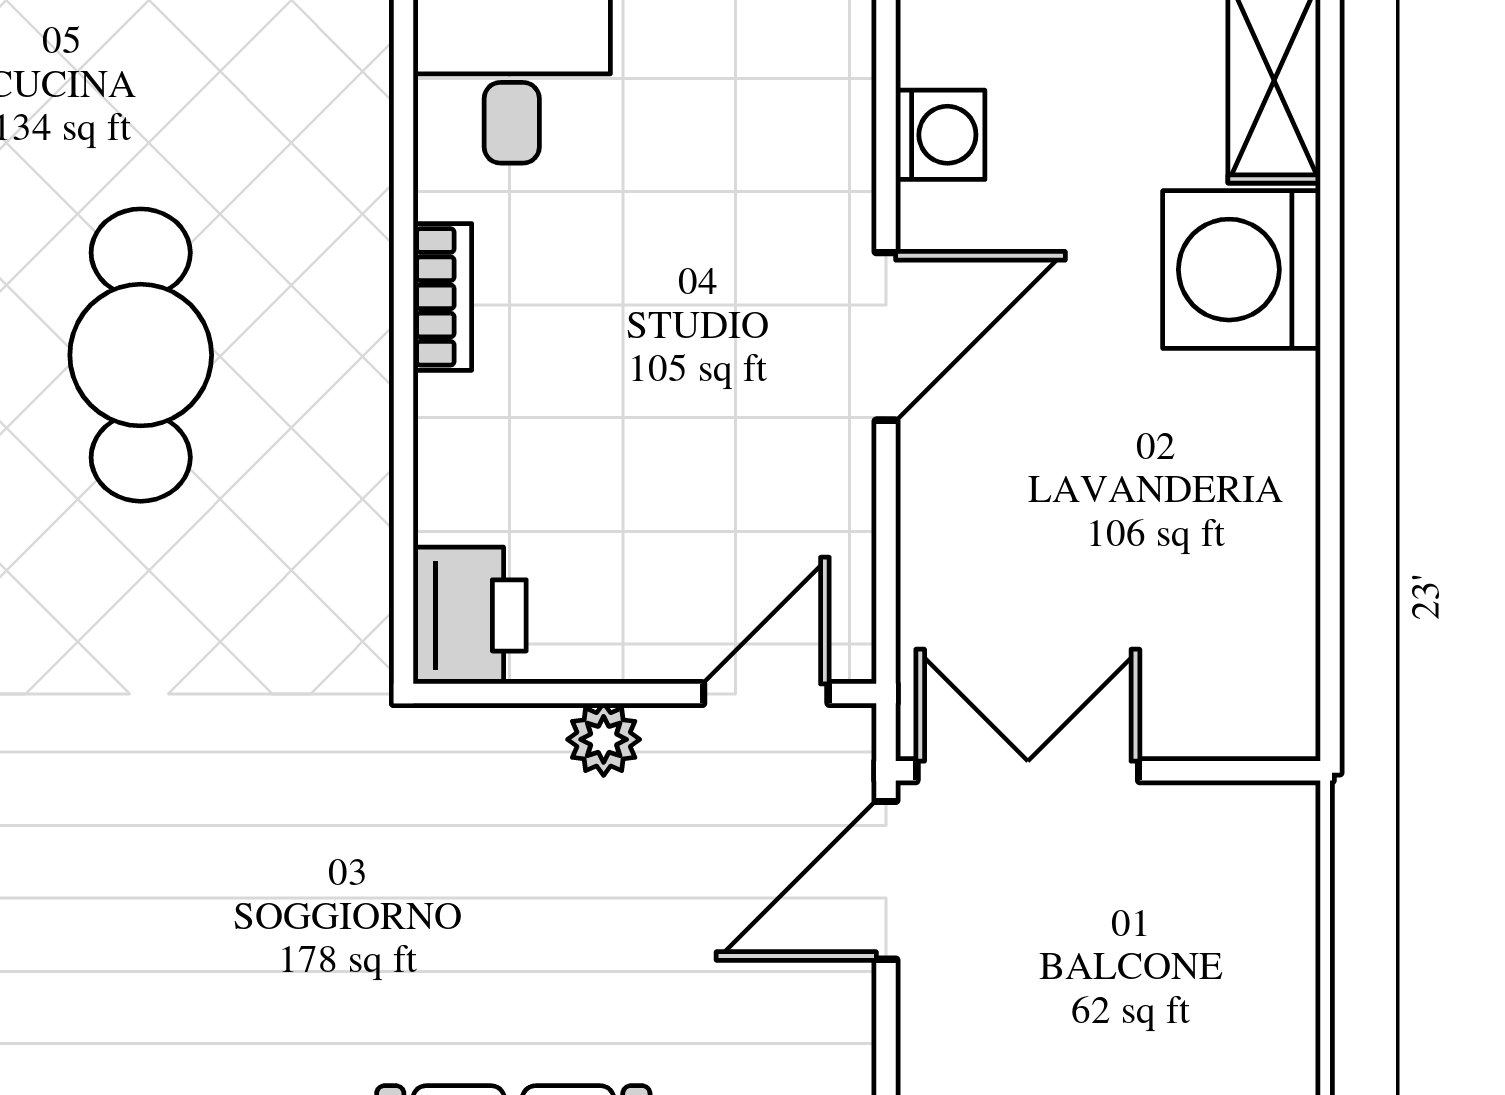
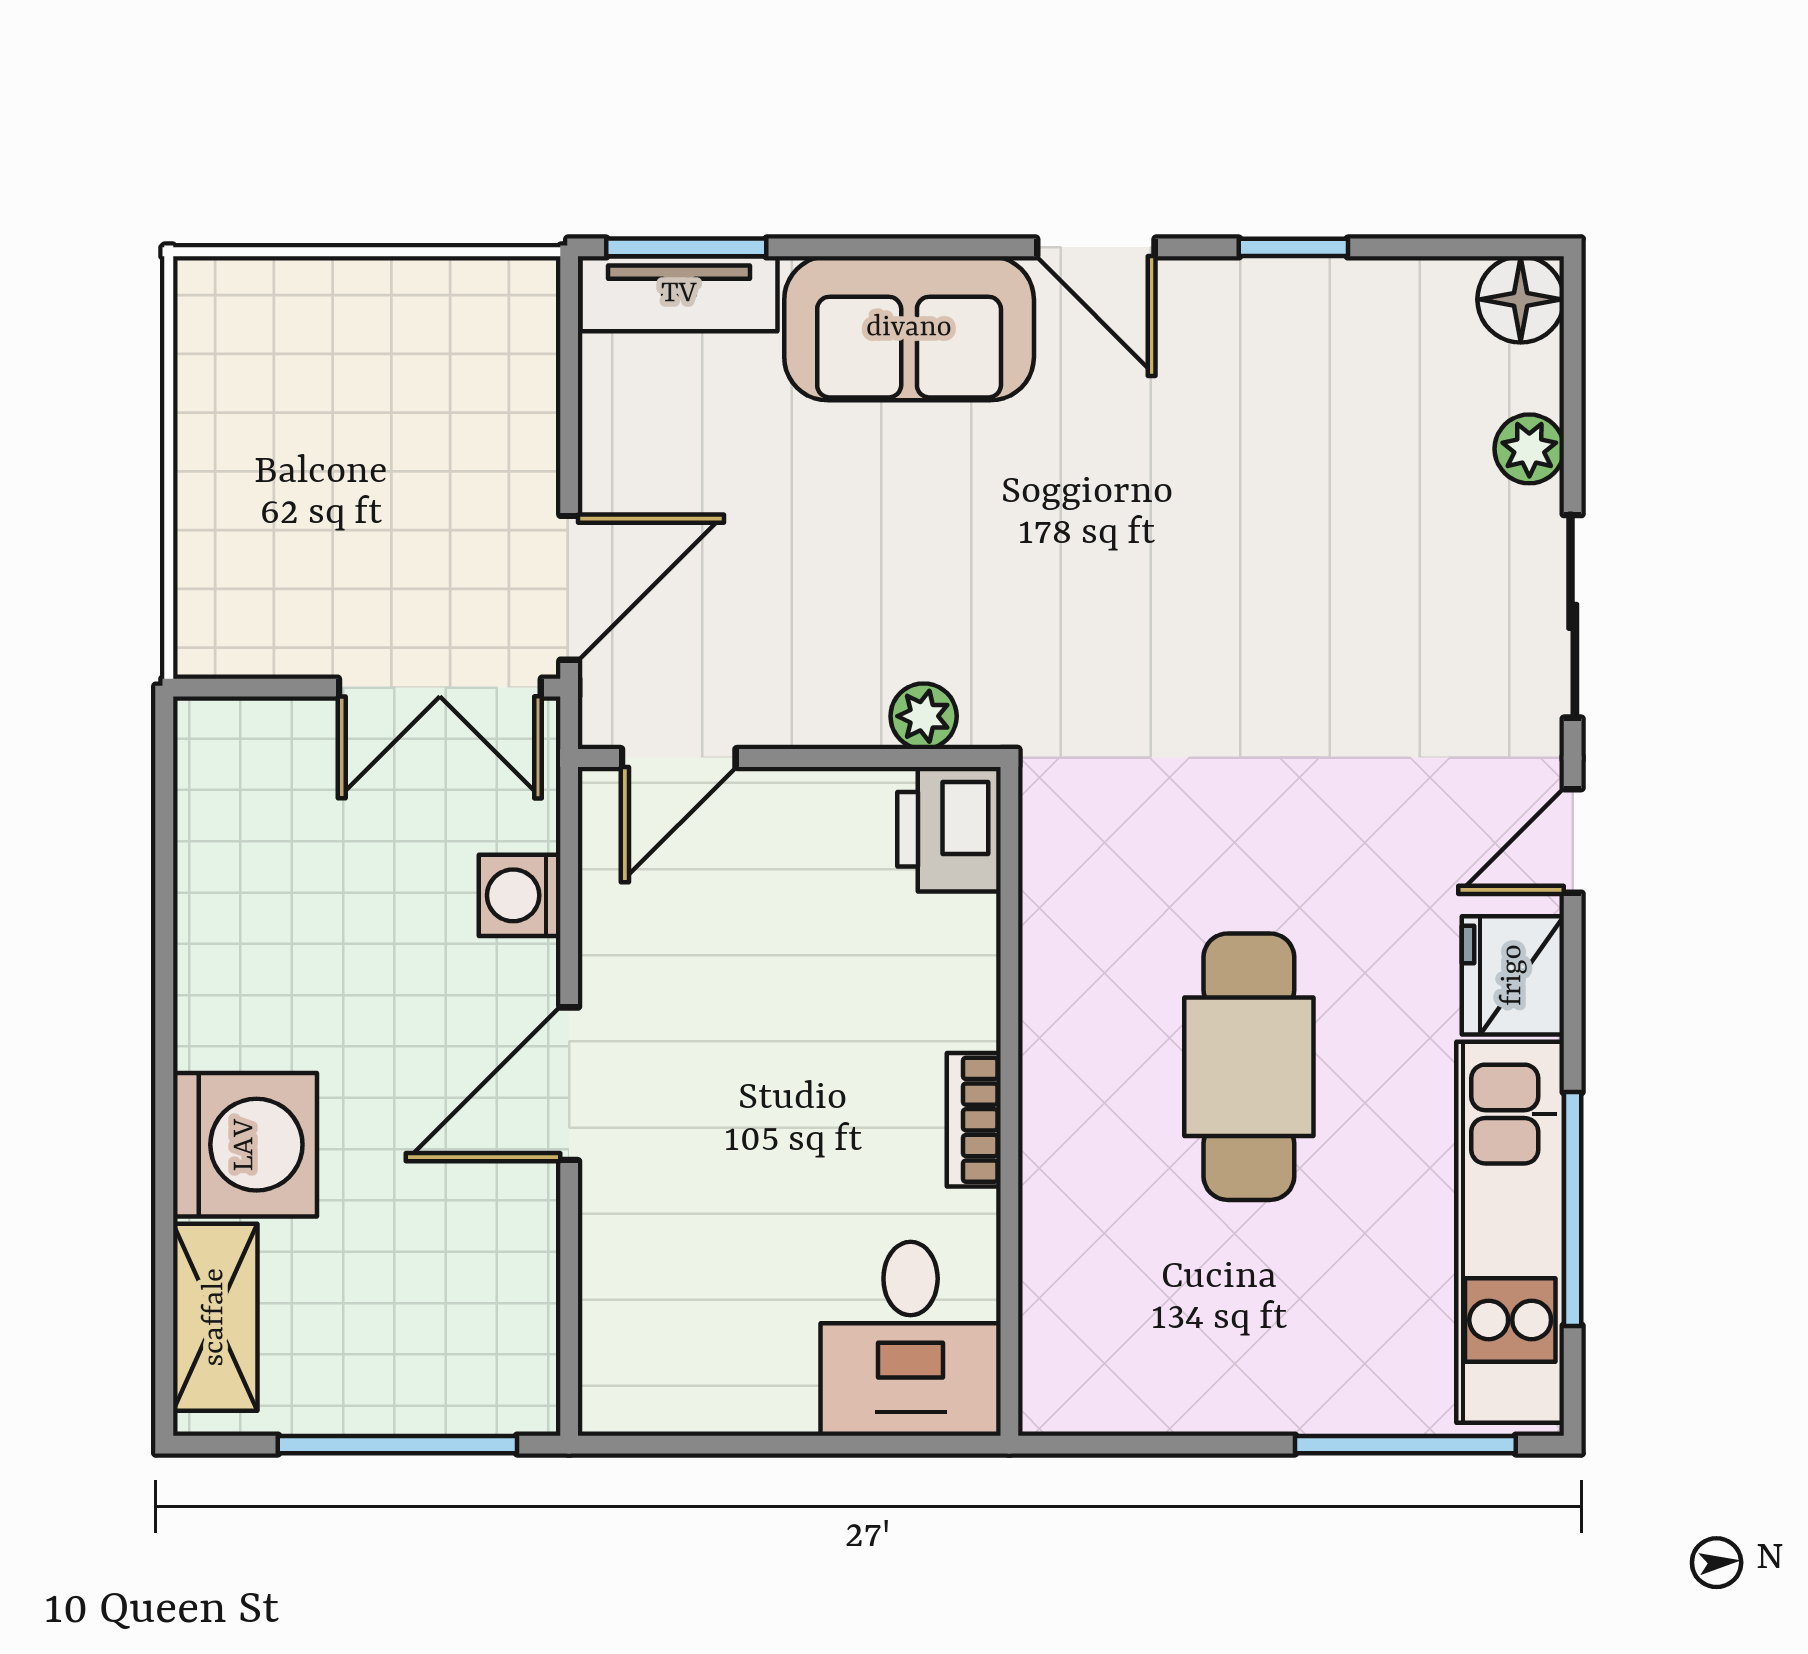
washing machine: (940, 135) -> (520, 895), moved
plant: (604, 739) -> (924, 716), moved

